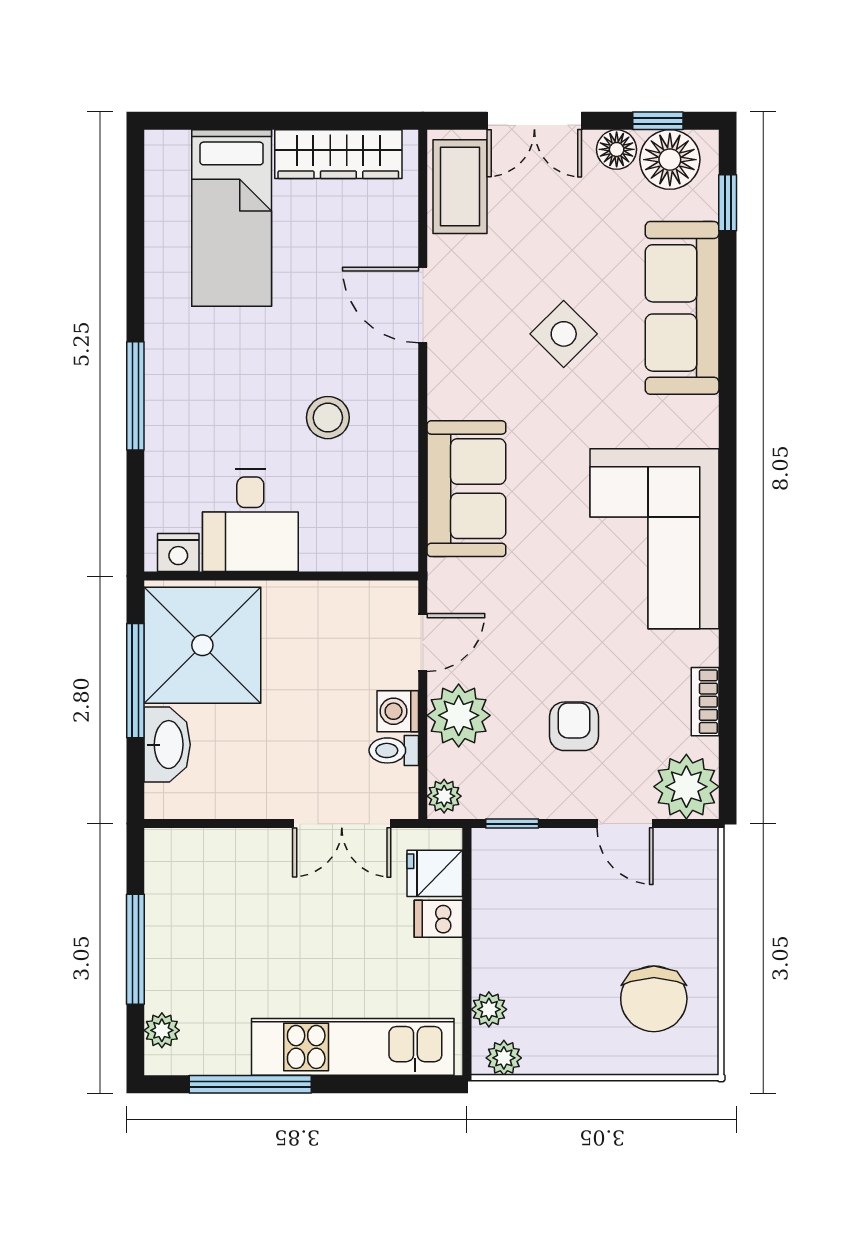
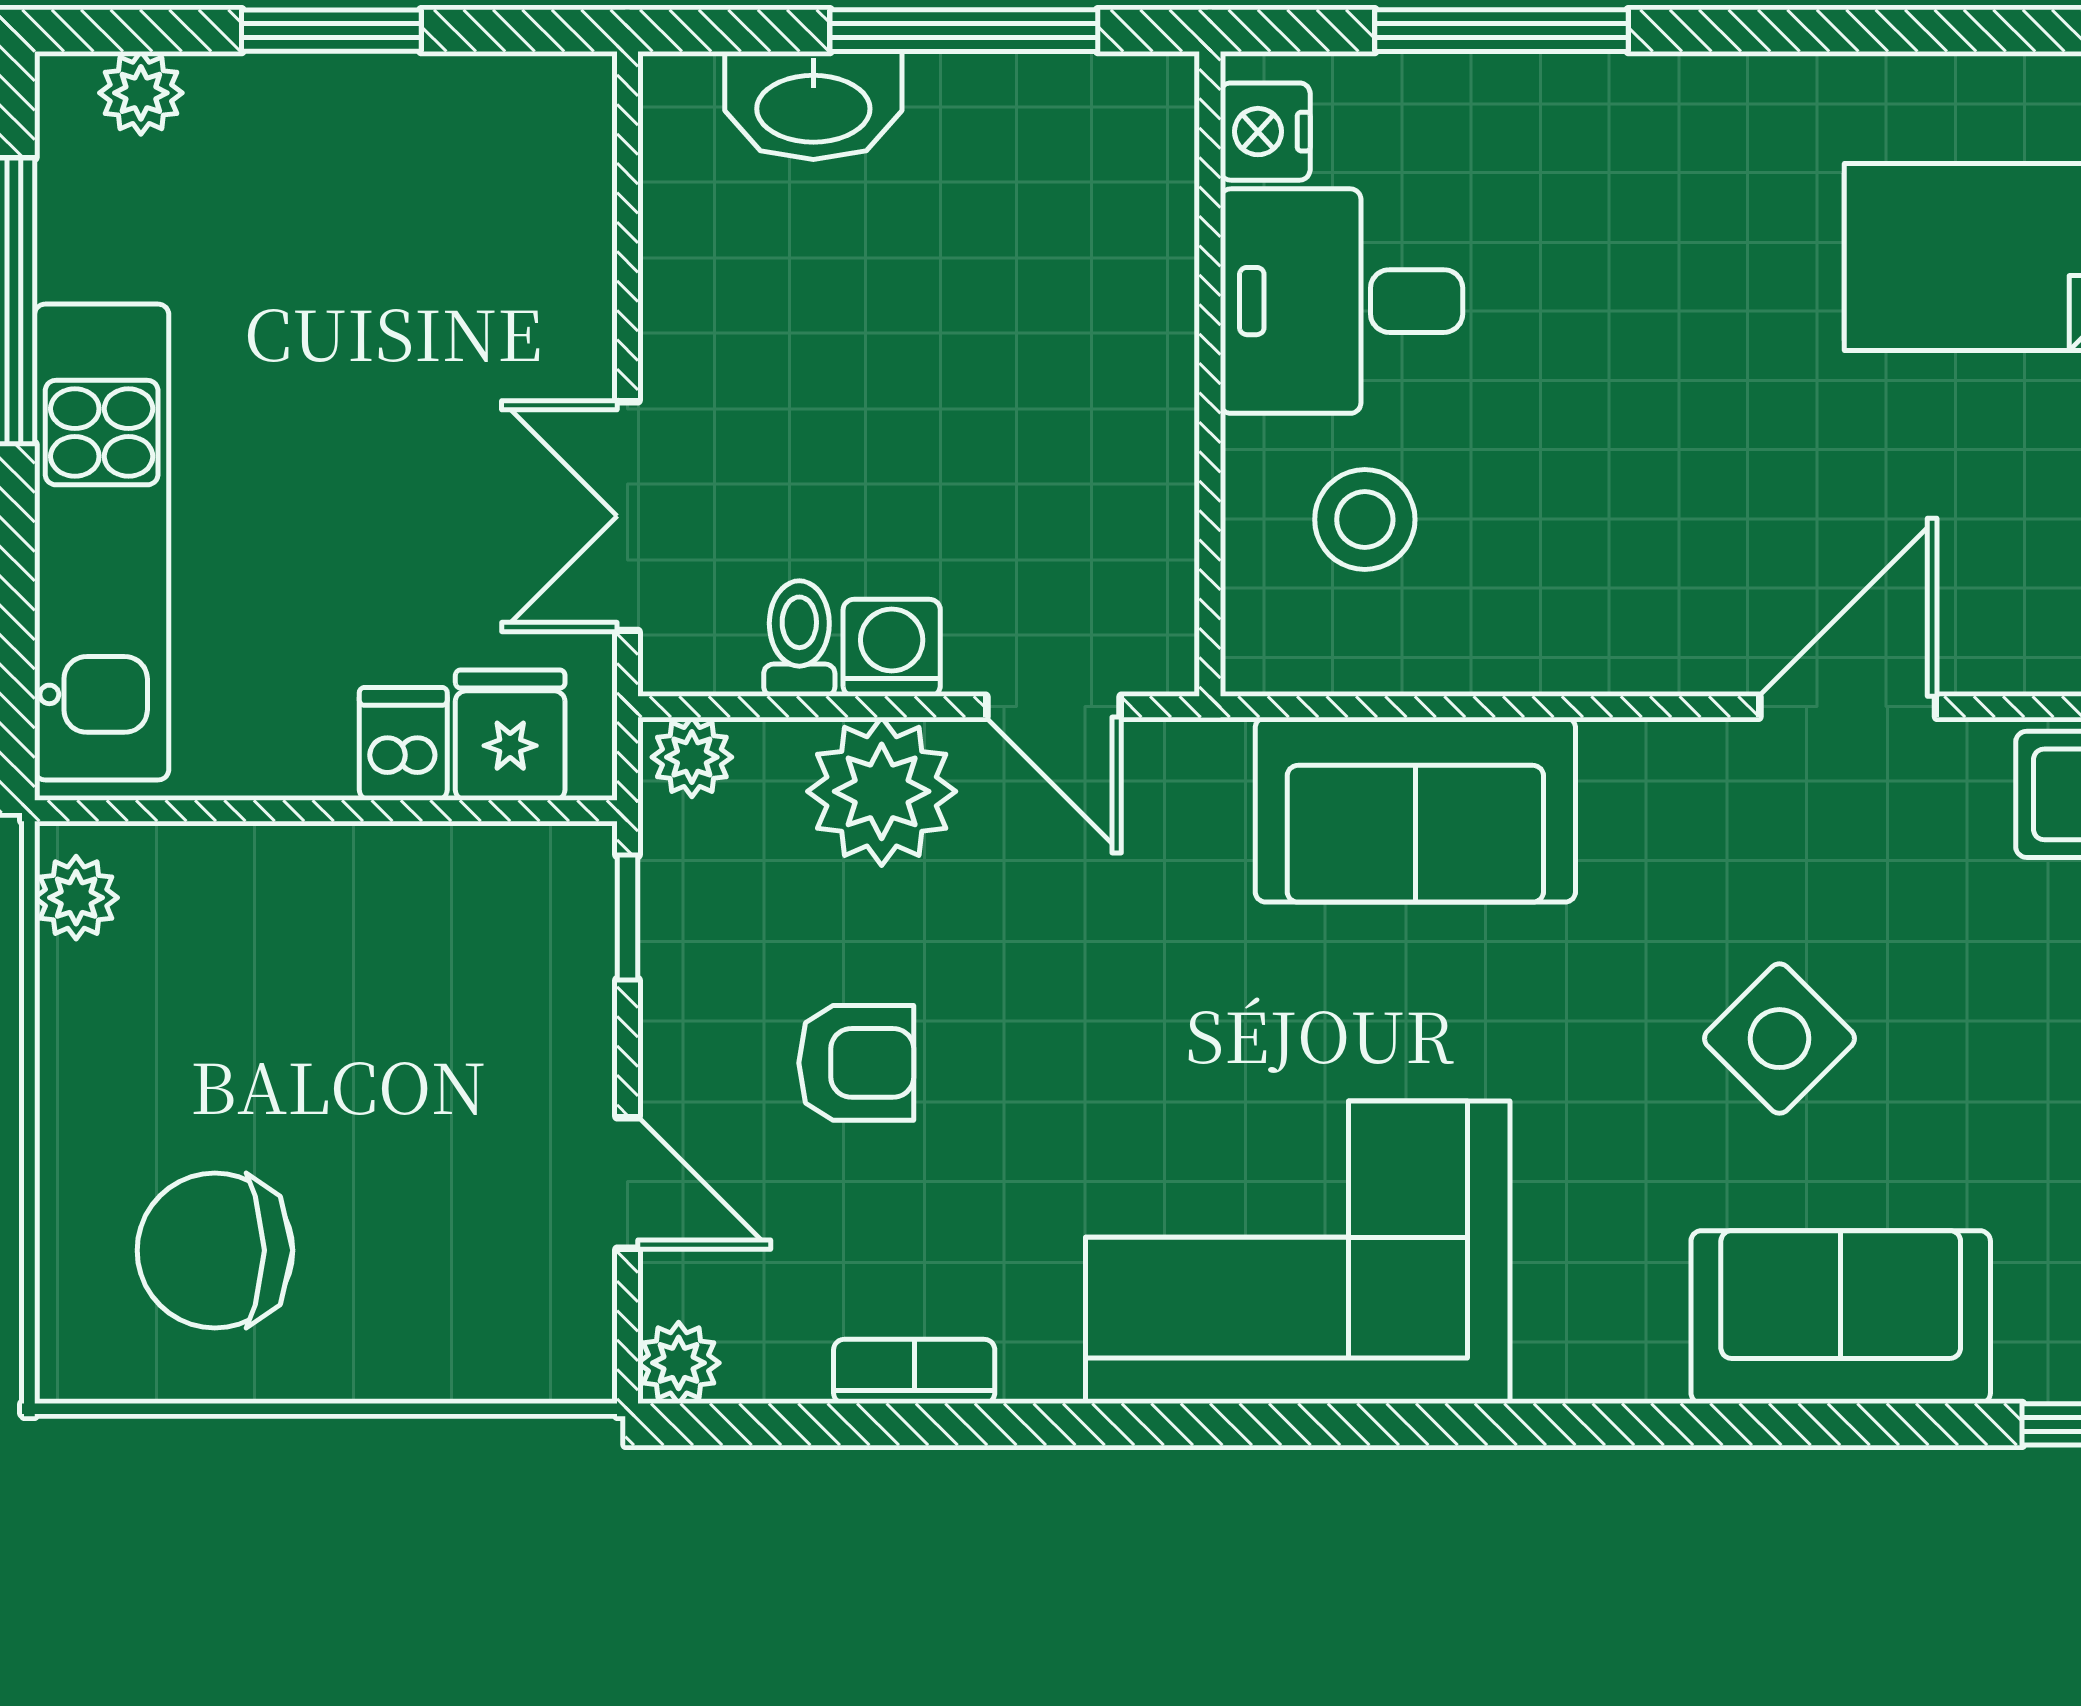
sofa: (682, 308) -> (1841, 1317), width x0.73
window: (135, 396) -> (1502, 31), moved
stool: (328, 418) -> (1365, 520), moved
shower: (202, 645) -> (1047, 188), removed
plant: (686, 787) -> (679, 1363), width x0.53, depth x0.53
door: (625, 824) -> (627, 1183), swing flipped
window: (135, 949) -> (331, 31), width x0.69
plant: (489, 1009) -> (190, 863), removed

